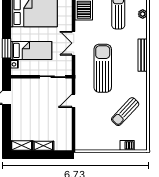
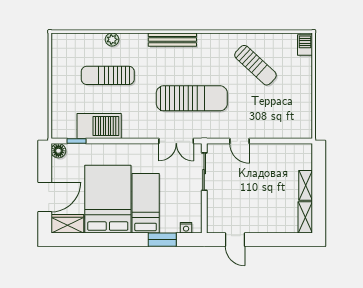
double door: (74, 43) -> (176, 141), moved
bed: (31, 50) -> (146, 203), moved
sun lounger: (103, 68) -> (192, 98), turned 180
barbecue: (127, 145) -> (305, 45), moved

